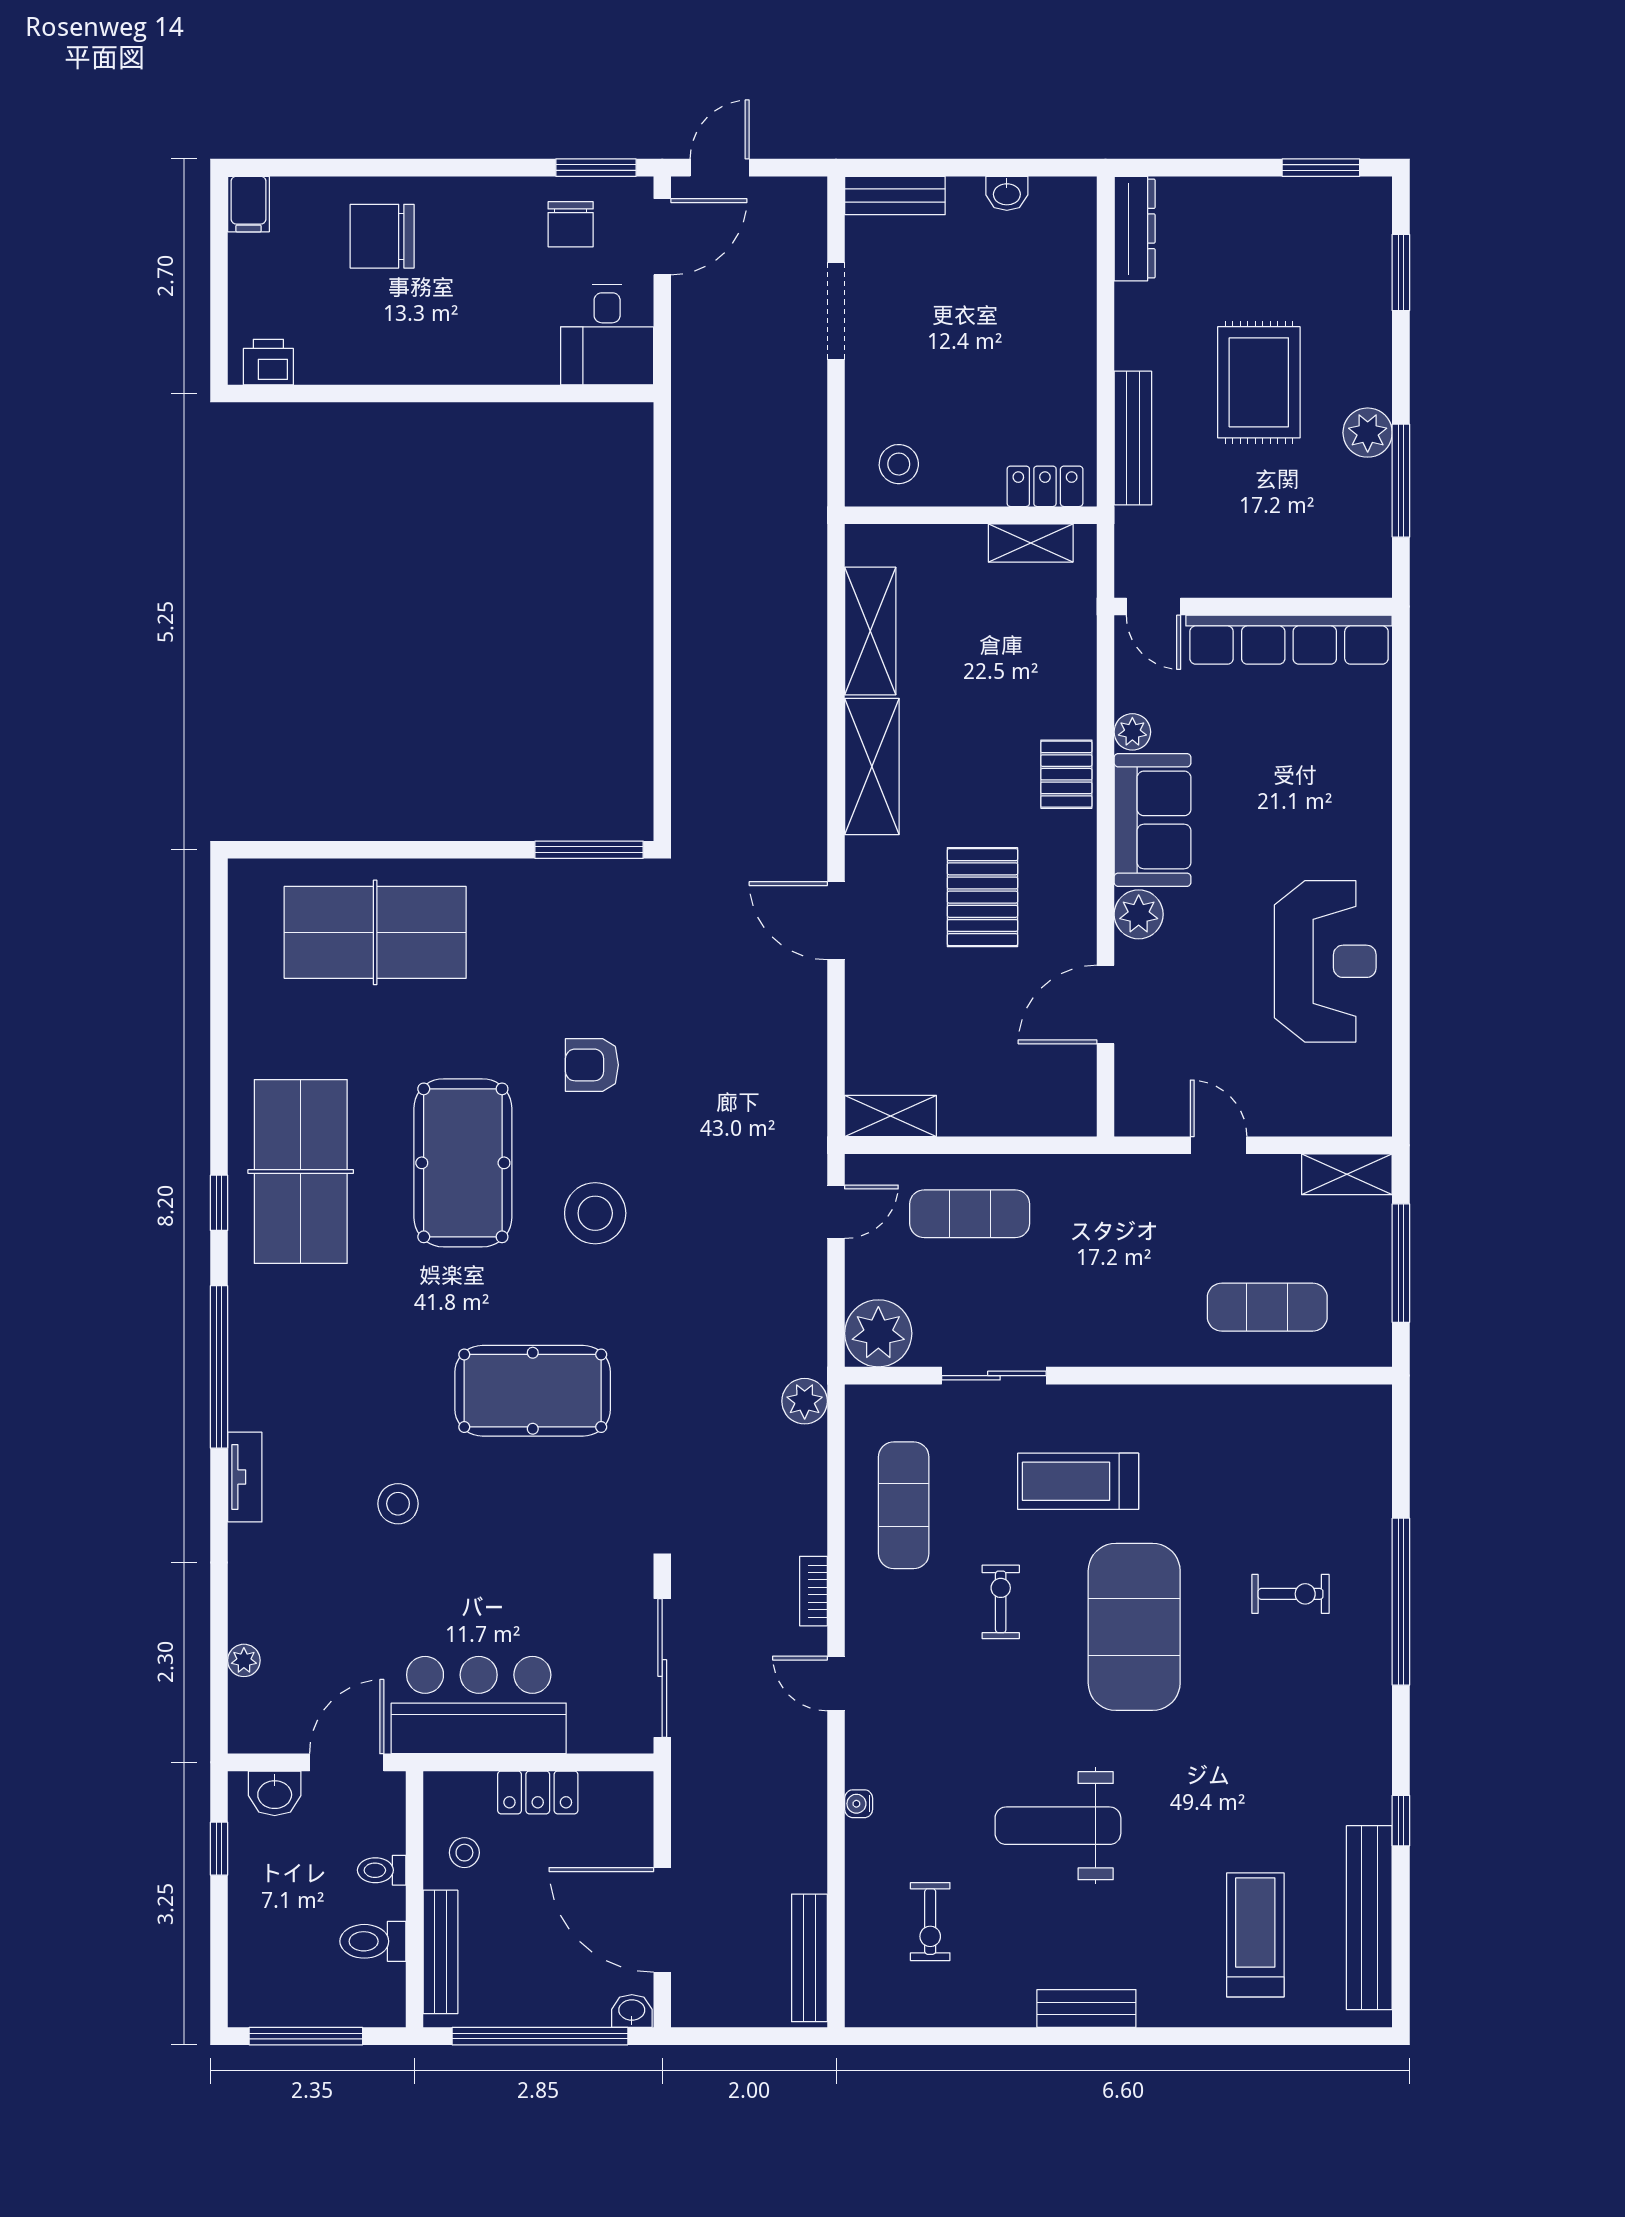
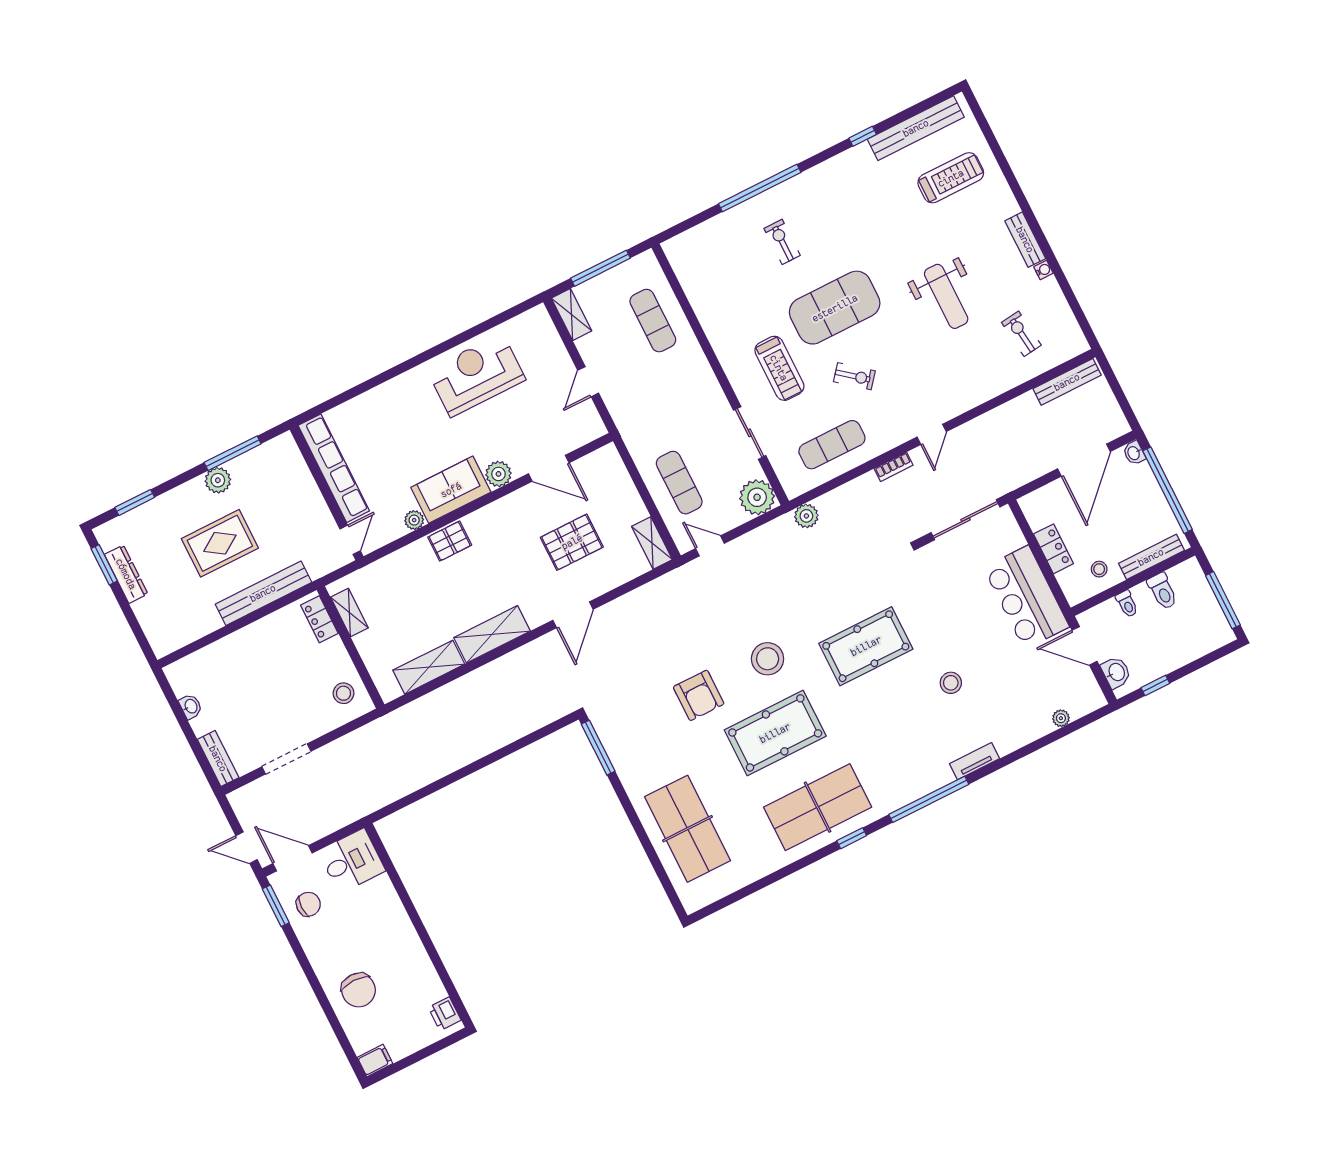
dresser: (1135, 229) -> (126, 574), moved, turned 90
bench: (1133, 438) -> (263, 593), width x1.37, depth x1.21
pallet: (982, 897) -> (572, 542), moved
armchair: (592, 1065) -> (699, 695), width x1.38, depth x1.38
pool table: (533, 1391) -> (866, 646), turned 90
exercise bike: (1001, 1602) -> (854, 376), turned -141
water cooler: (859, 1804) -> (1043, 270), moved, turned -90
exercise bike: (930, 1922) -> (1021, 334), turned -97
treadmill: (1255, 1935) -> (951, 178), turned 180

